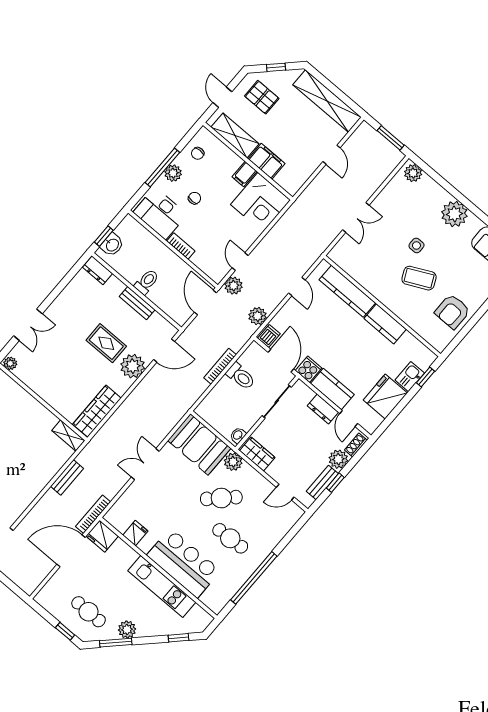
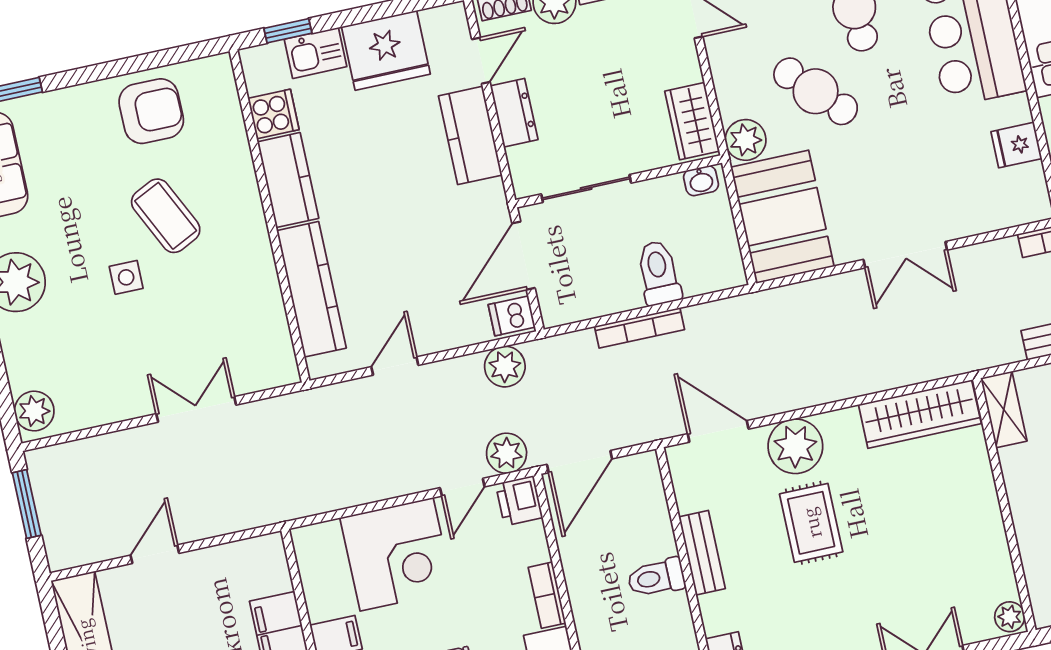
corner desk: (261, 202) -> (397, 554), moved, turned 90
printer: (216, 272) -> (519, 501), added
cooker: (309, 369) -> (273, 114), moved, turned 180
toilet: (241, 376) -> (659, 273), moved

